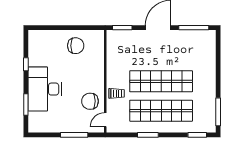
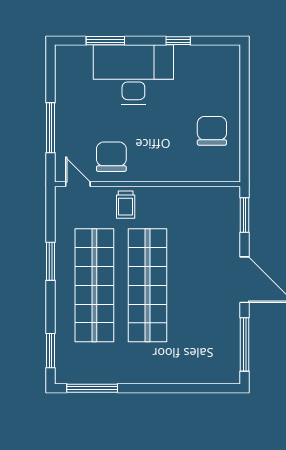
chair: (76, 46) -> (212, 131), turned 180

